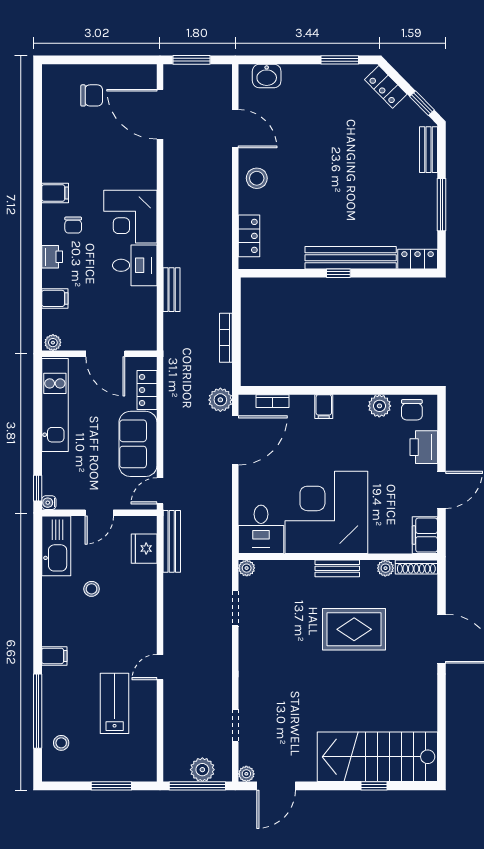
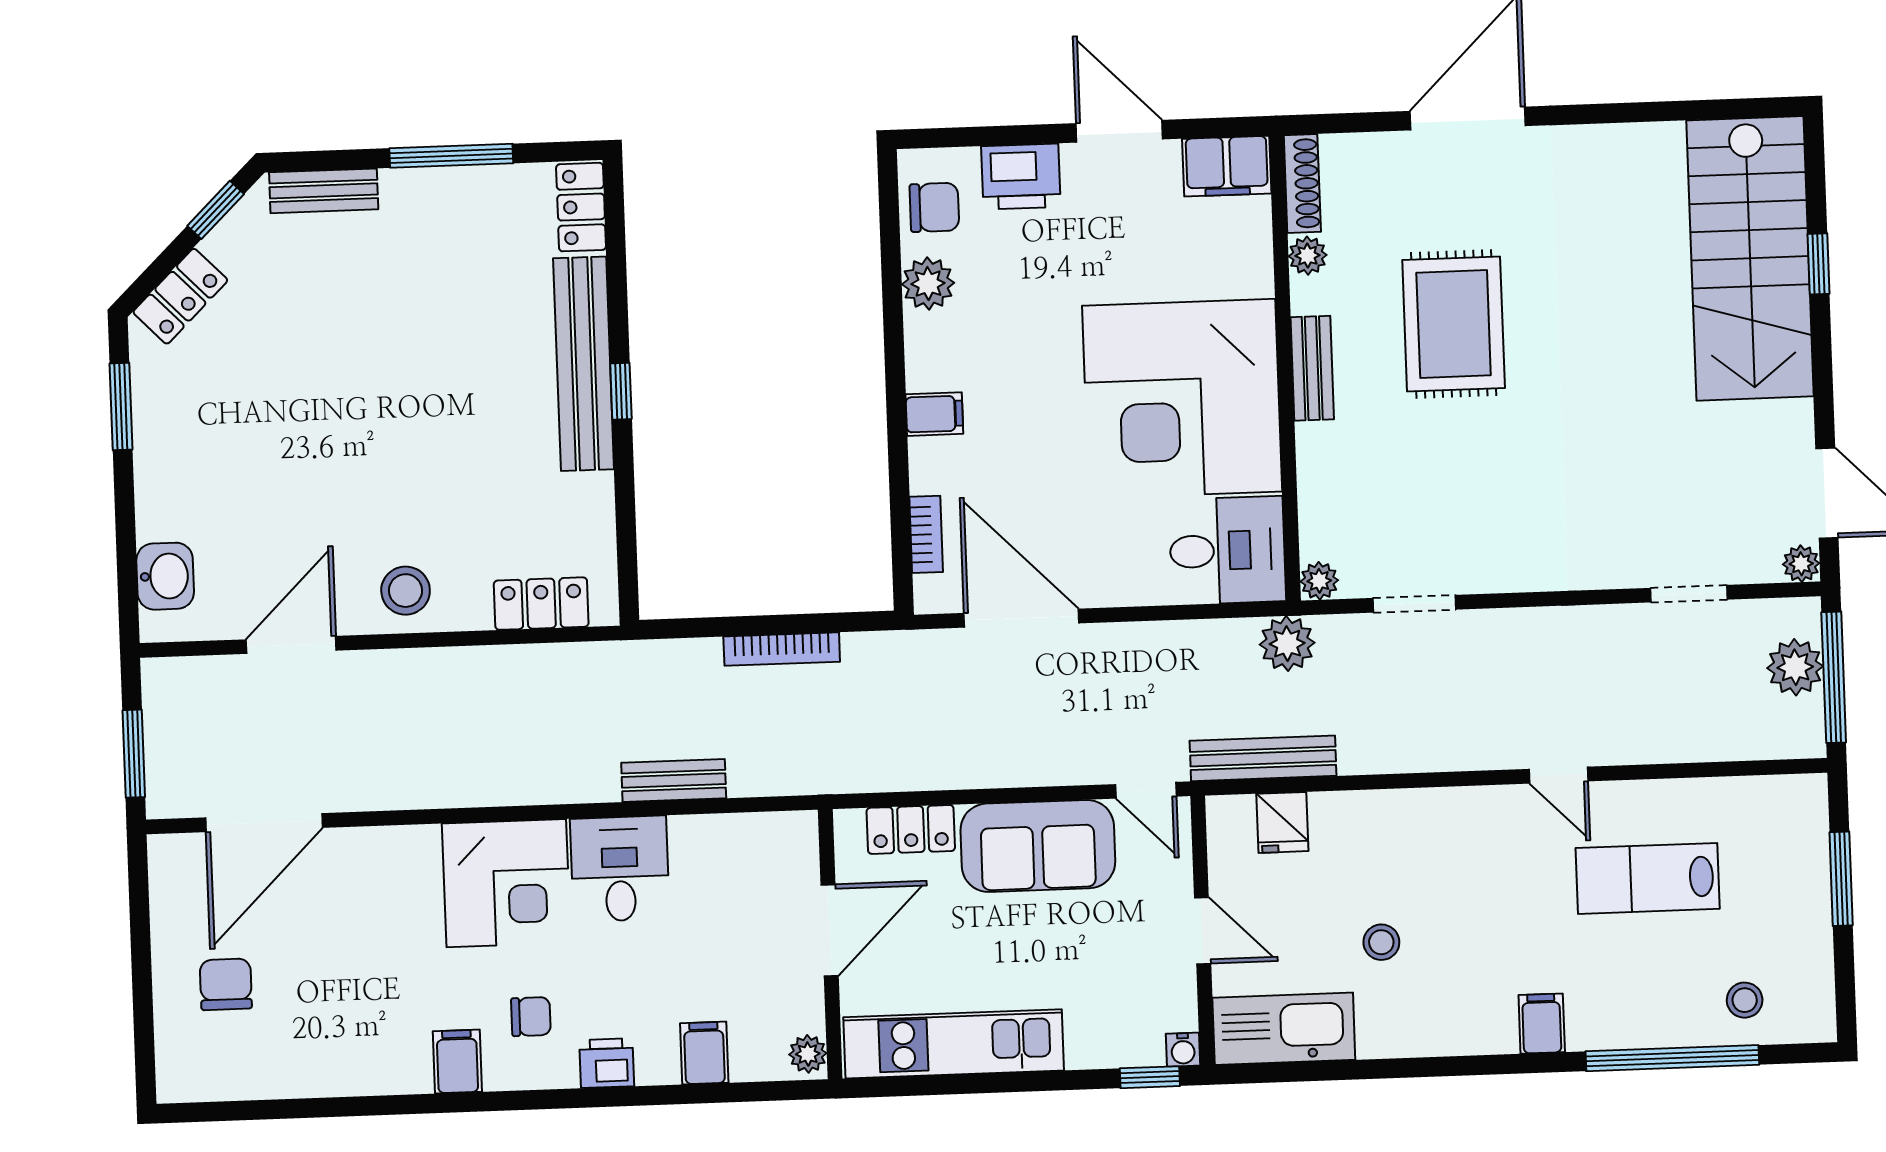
plant: (220, 400) -> (1287, 644), moved
fridge: (144, 549) -> (1282, 822), width x0.72

